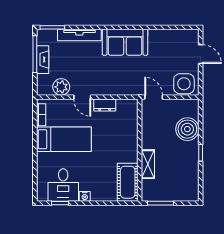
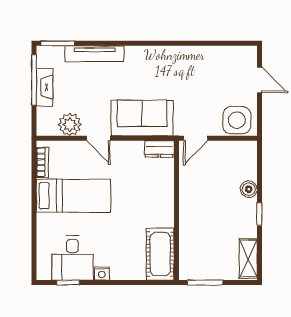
sofa: (125, 42) -> (142, 118), moved, turned 180
door: (154, 97) -> (196, 138), swing flipped
dresser: (105, 105) -> (159, 149), moved
boiler: (187, 129) -> (249, 189), width x0.54, depth x0.54
shelving: (148, 164) -> (248, 259), moved

